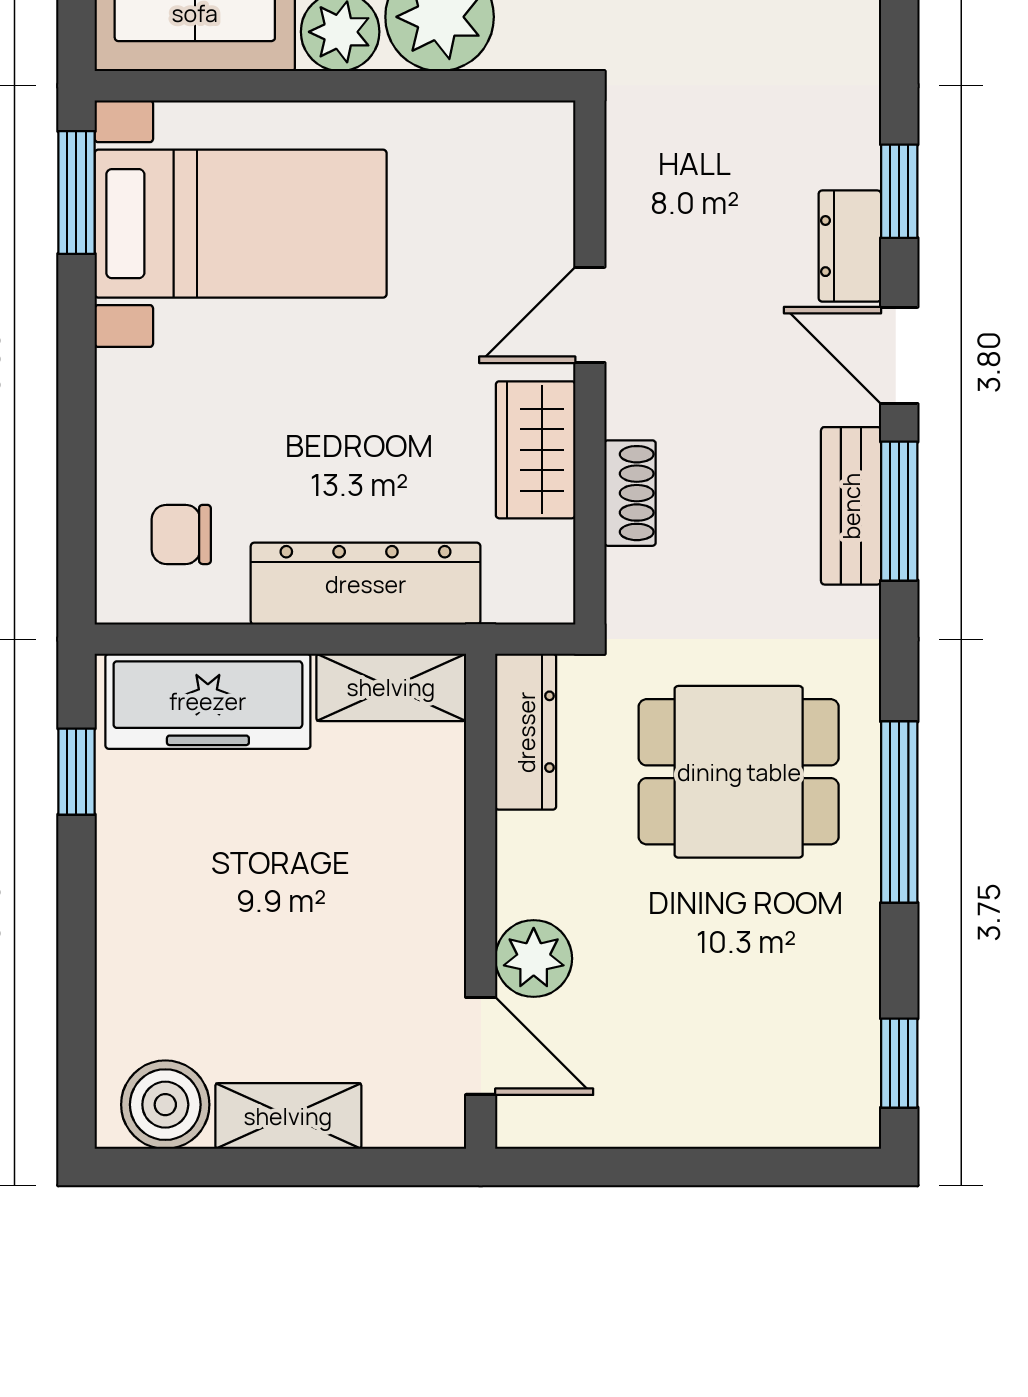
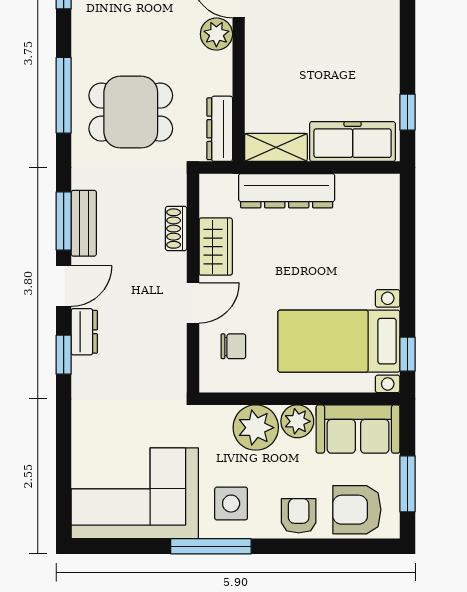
window: (76, 193) -> (407, 354), width x0.67
door: (899, 355) -> (64, 286), hinge flipped
chair: (181, 534) -> (233, 346), moved

